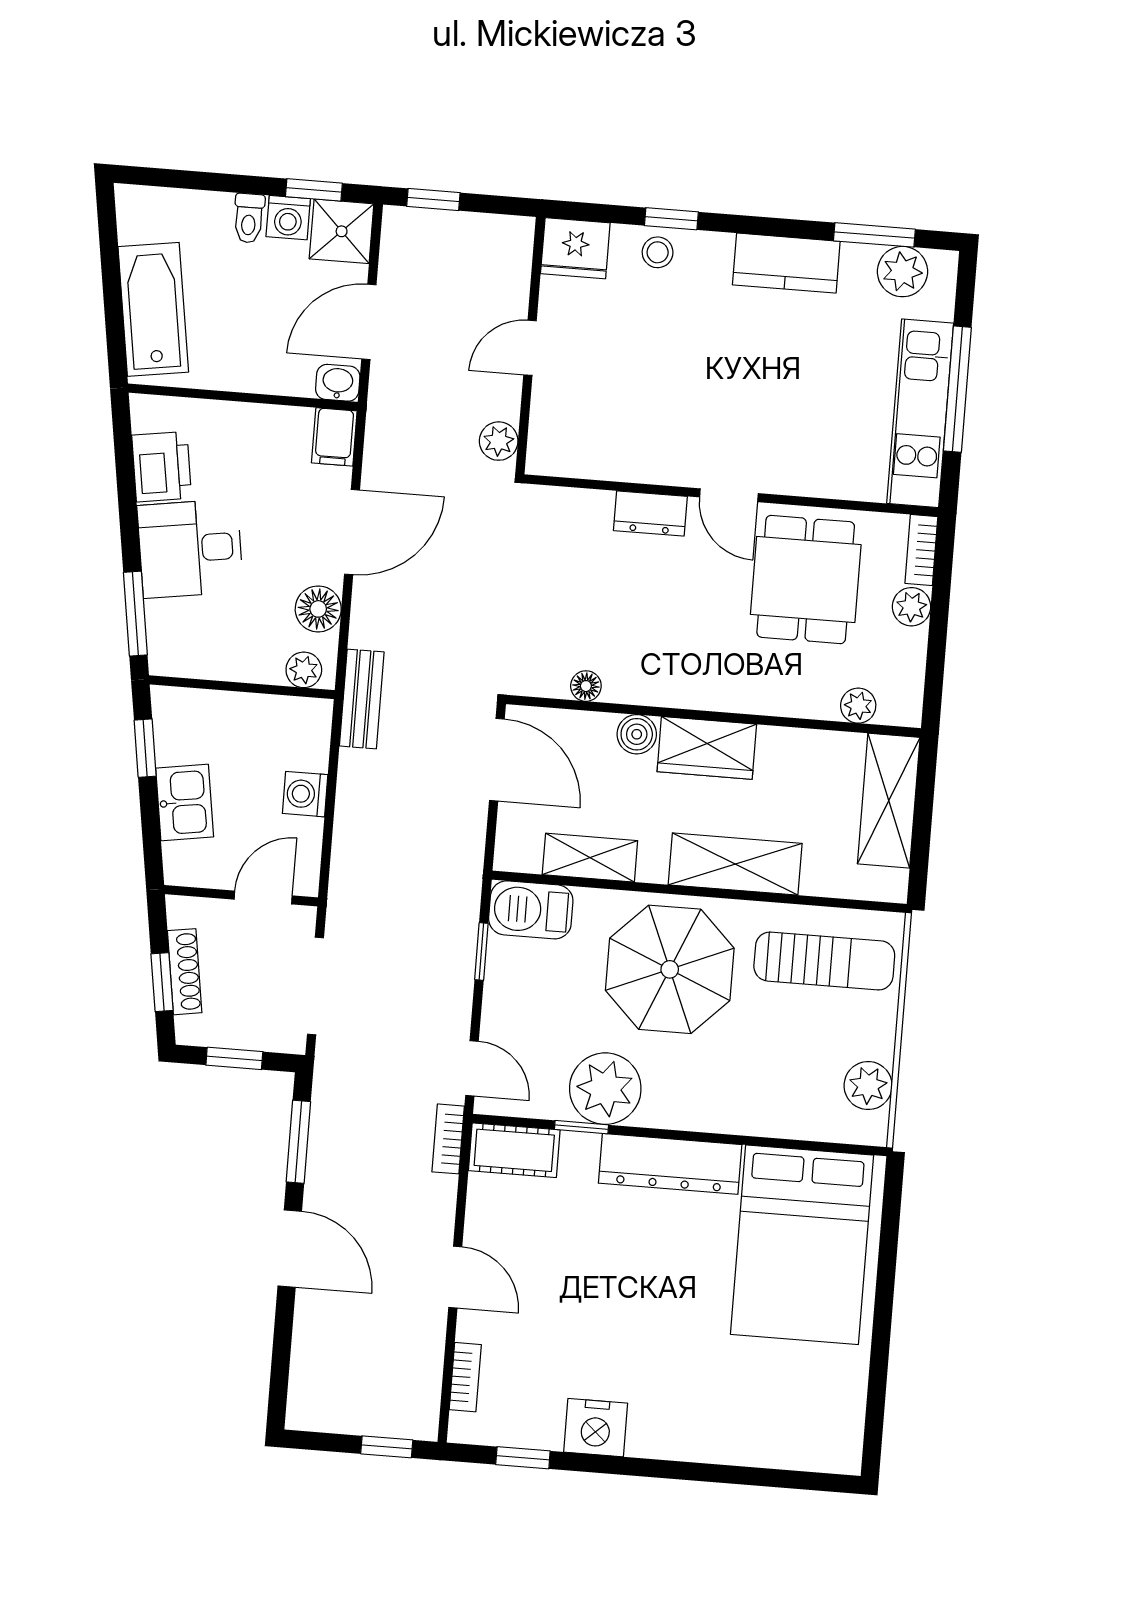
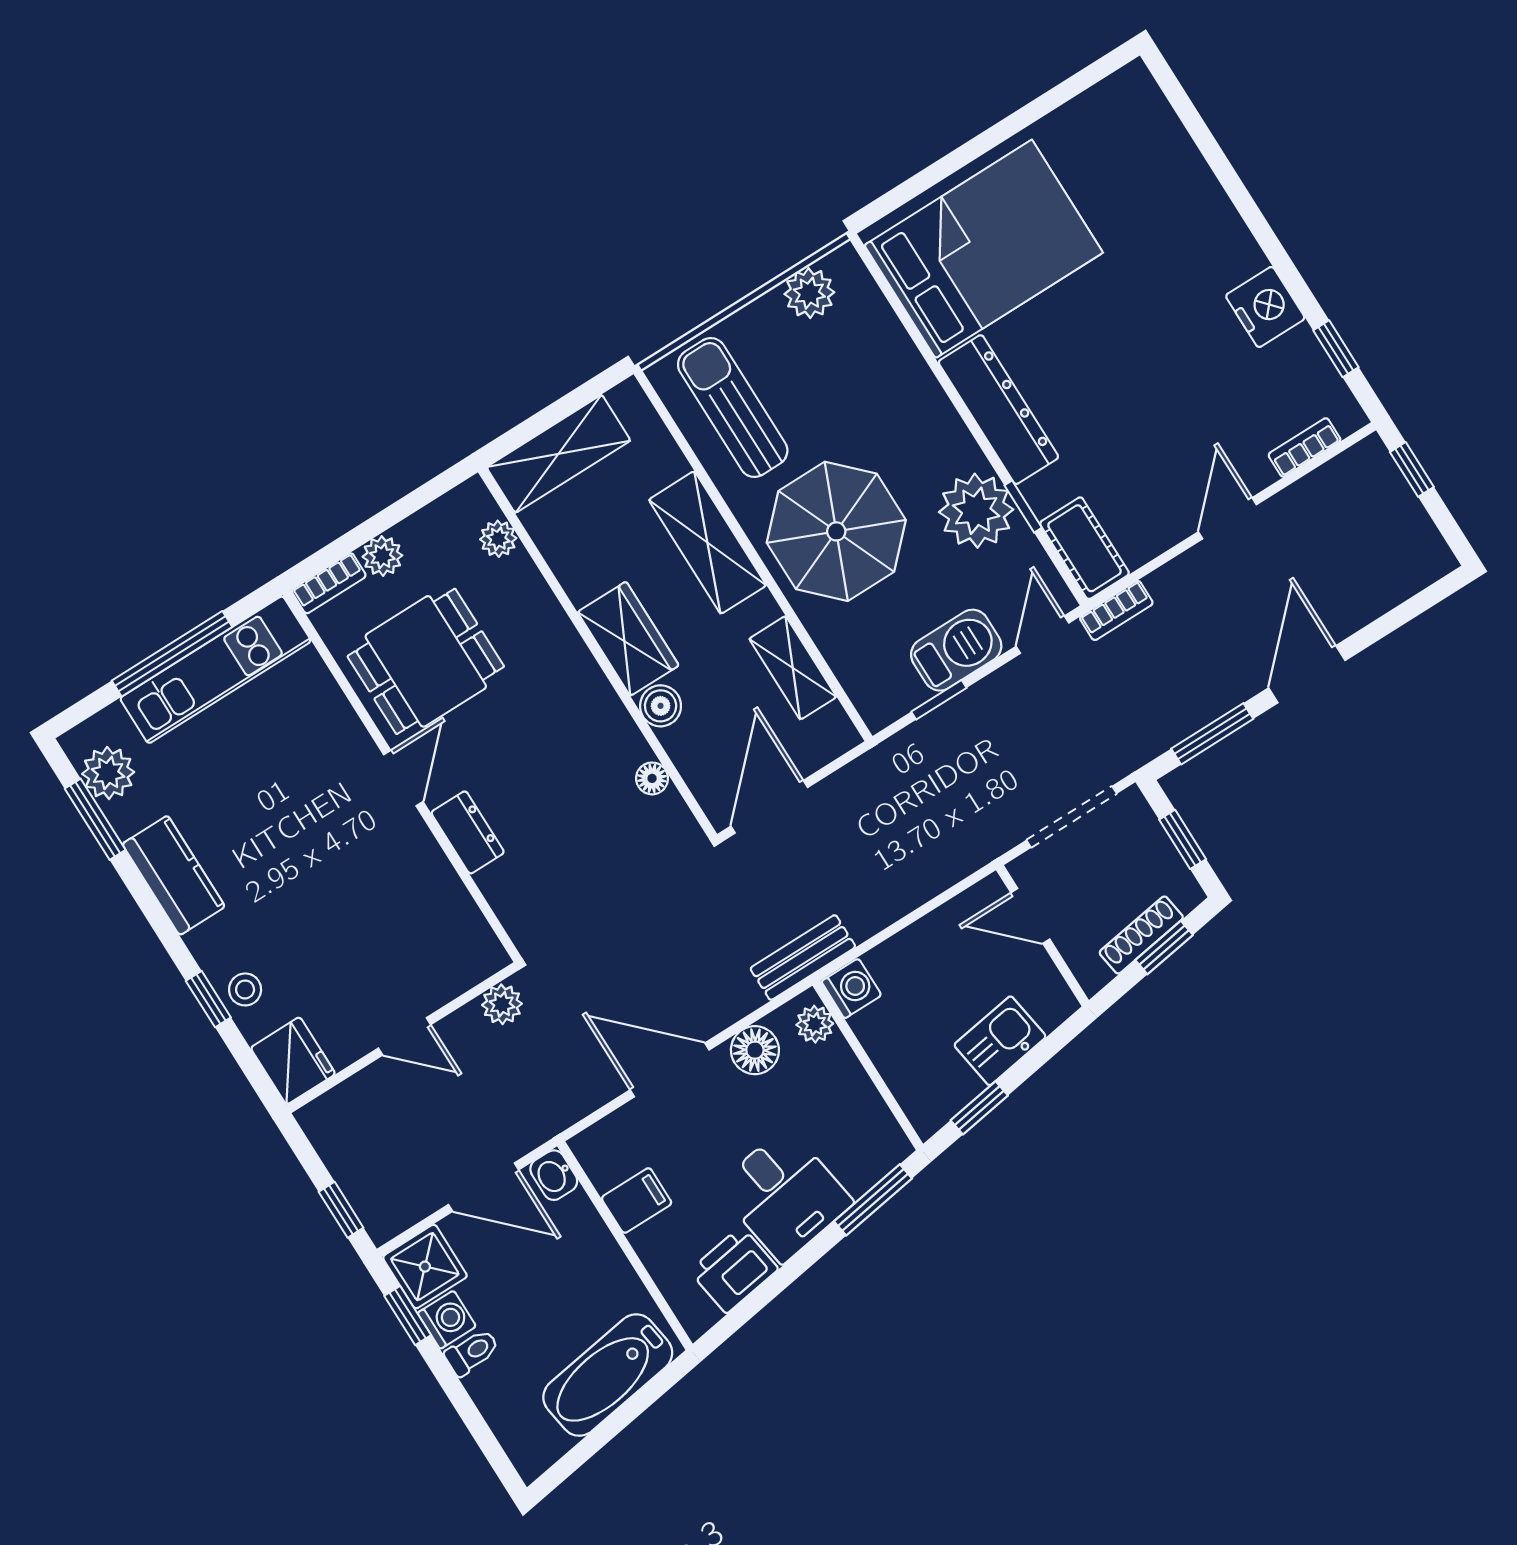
filing cabinet: (334, 437) -> (637, 1200), moved
washing machine: (305, 794) -> (851, 988), moved, turned -90
barbecue: (531, 910) -> (956, 650), moved, turned -90

